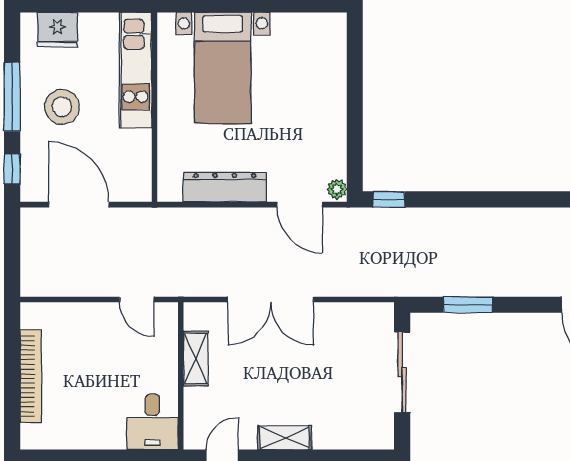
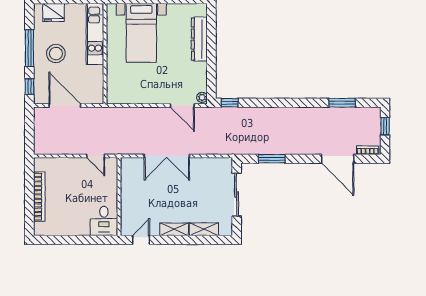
dresser: (225, 187) -> (199, 39), moved, turned -90
shelving: (196, 358) -> (204, 229), moved, turned 90

